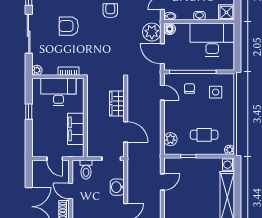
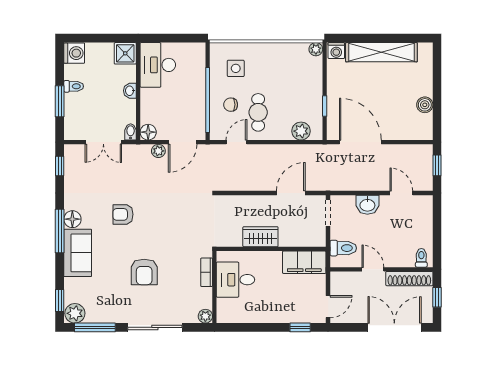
plant: (152, 32) -> (158, 151), width x0.53, depth x0.53
desk: (212, 40) -> (158, 65), width x0.73, depth x0.77
desk: (58, 92) -> (236, 280), width x0.73
wardrobe: (117, 103) -> (260, 237), moved, turned 180
window: (29, 112) -> (300, 327), moved
filing cabinet: (76, 129) -> (304, 262), moved
cafe table: (204, 135) -> (258, 112), moved
door: (55, 159) -> (328, 307), moved
door: (162, 182) -> (360, 142), width x1.87
door: (71, 191) -> (373, 269), swing flipped

